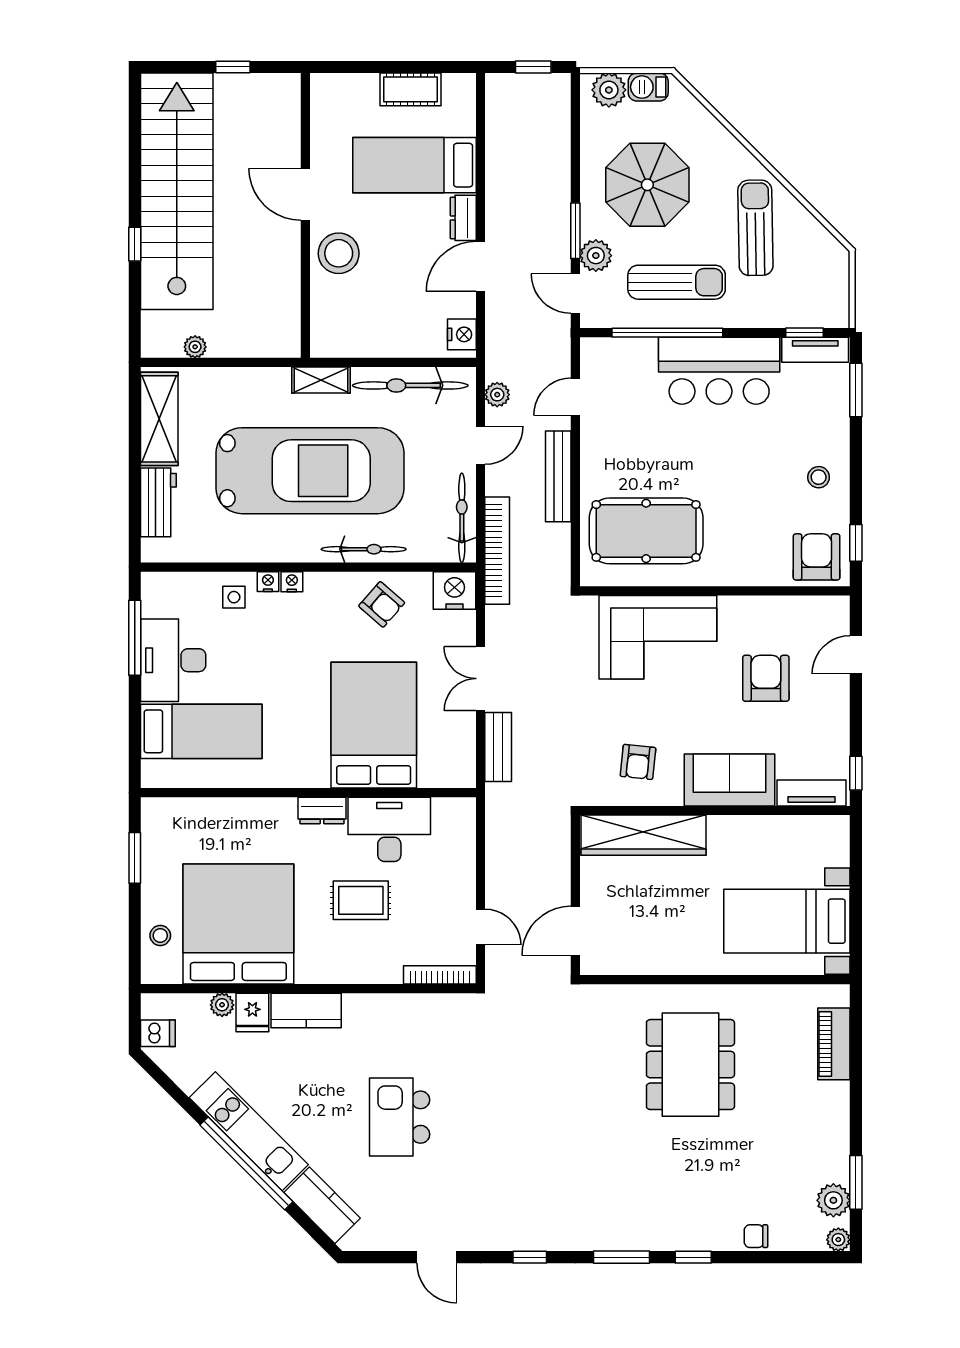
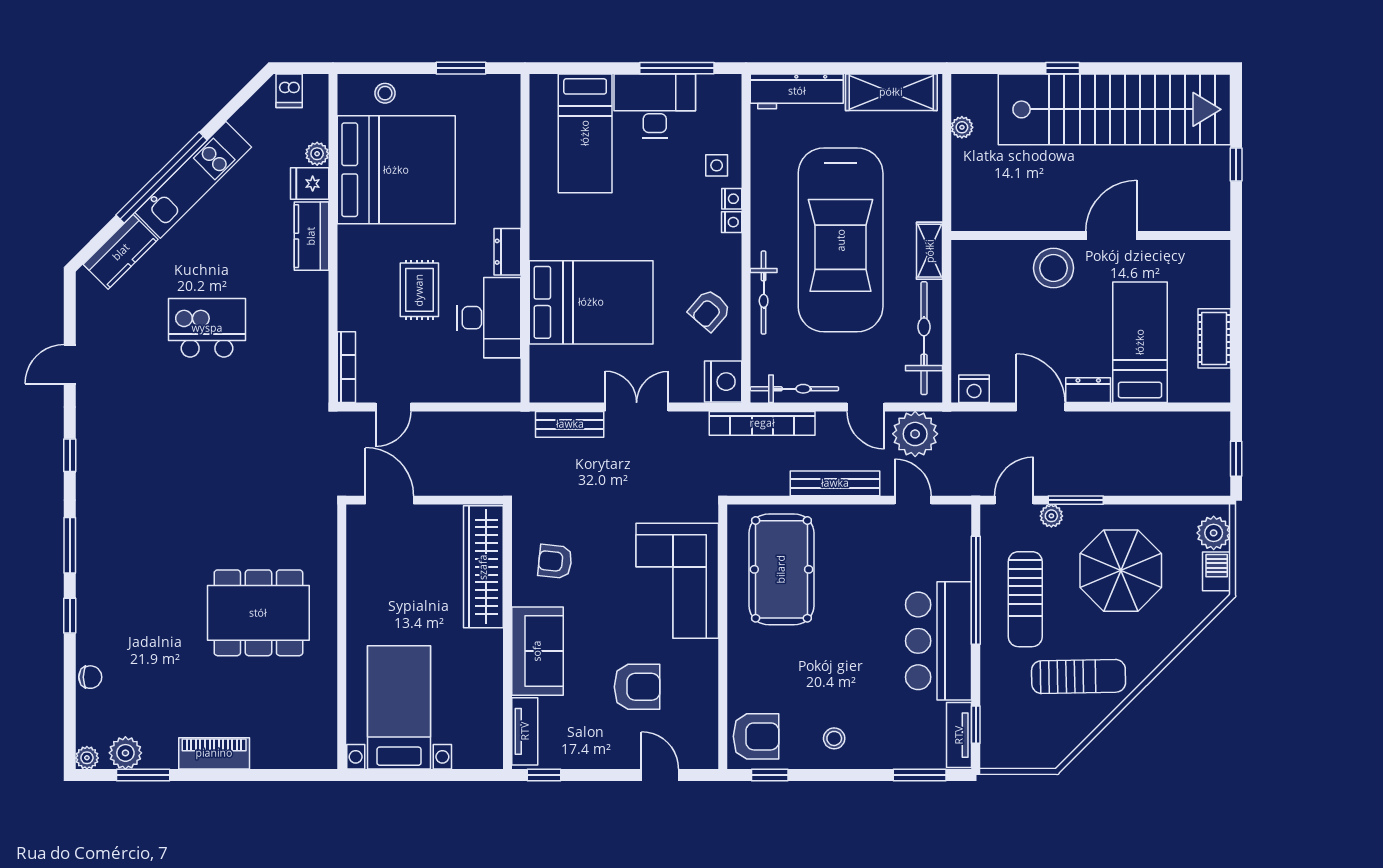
plant: (596, 256) -> (1051, 516), width x0.73, depth x0.73
plant: (497, 395) -> (915, 434), width x1.88, depth x1.88
workbench: (158, 502) -> (797, 91), width x1.38
piano: (834, 1044) -> (214, 753), moved
chair: (756, 1236) -> (90, 677), turned 90

